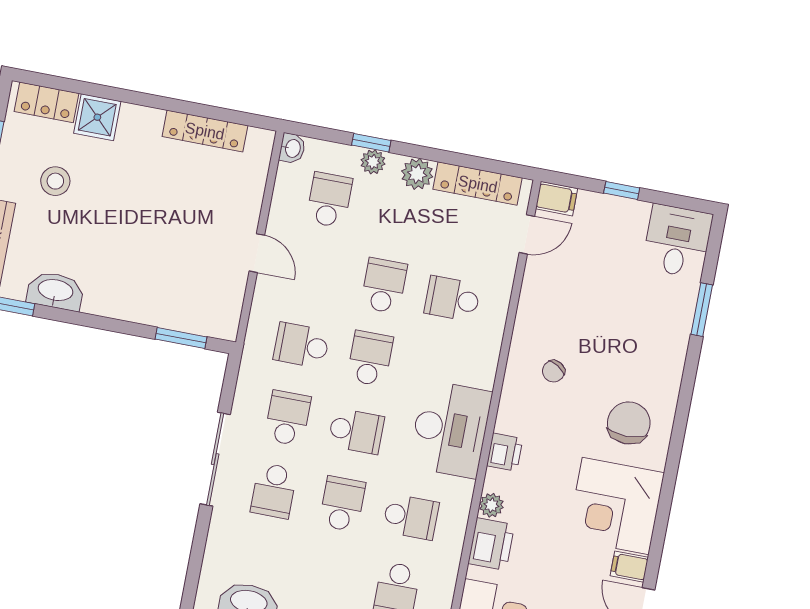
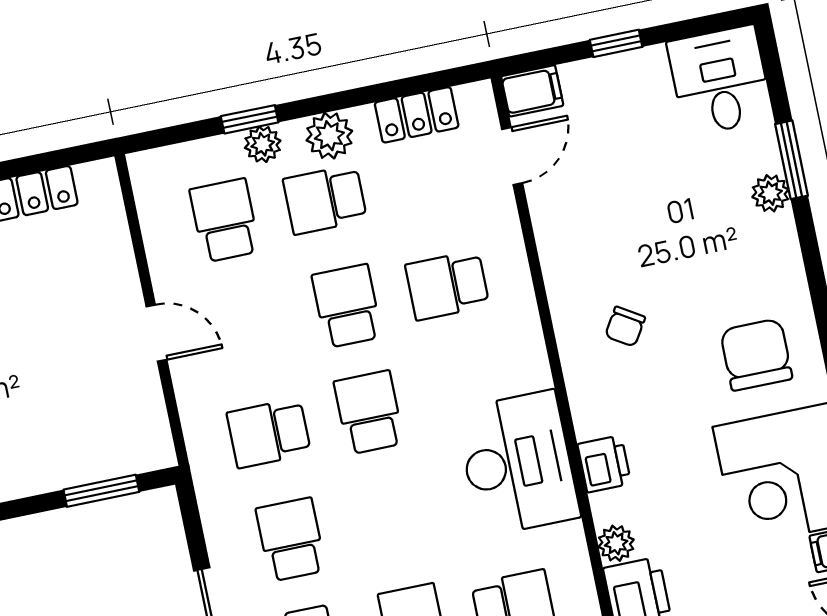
washbasin: (292, 148) -> (146, 171), removed
locker: (478, 184) -> (417, 115), width x0.66
plant: (680, 325) -> (770, 193), added
school desk: (356, 431) -> (325, 200), moved, turned 180

